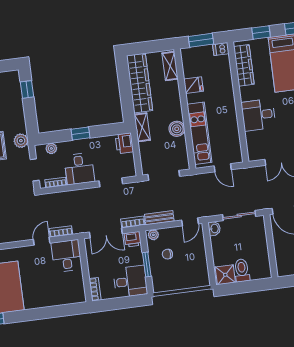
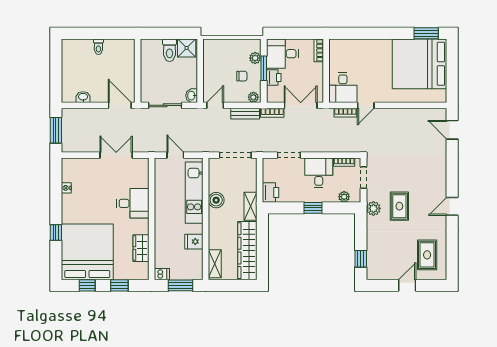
wardrobe: (244, 65) -> (141, 248), width x0.67
printer: (133, 239) -> (274, 77), moved, turned 90
plant: (157, 274) -> (255, 58), added

